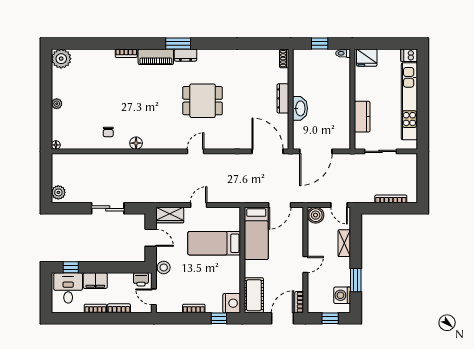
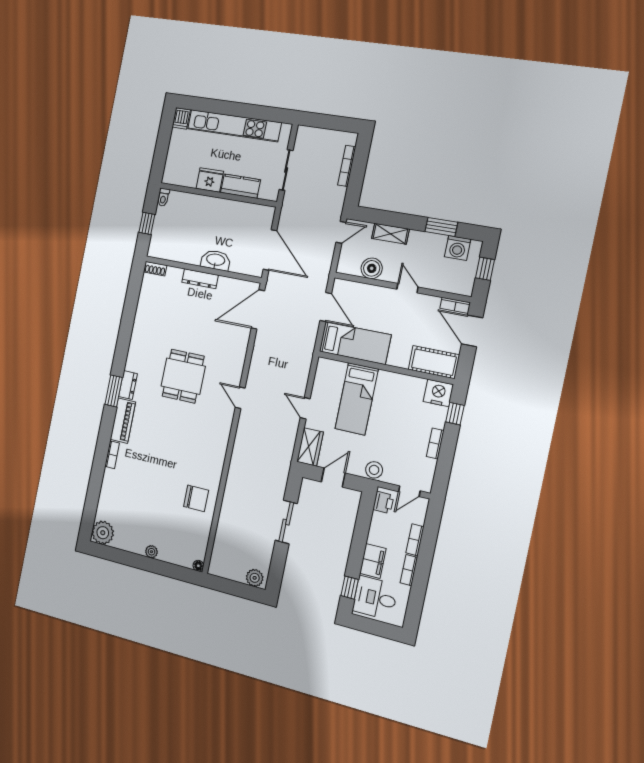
fridge: (367, 58) -> (210, 180), moved, turned -90
chair: (108, 132) -> (196, 498), width x1.87, depth x1.87
floor lamp: (136, 143) -> (216, 468), removed
boiler: (316, 215) -> (372, 268), moved

